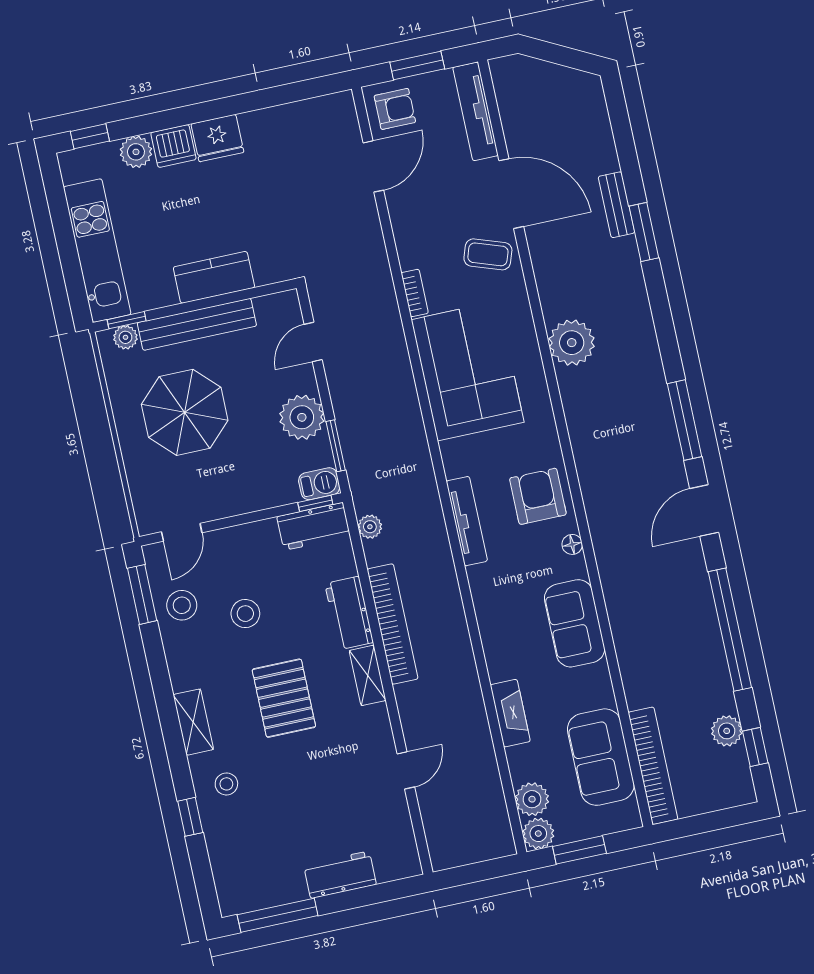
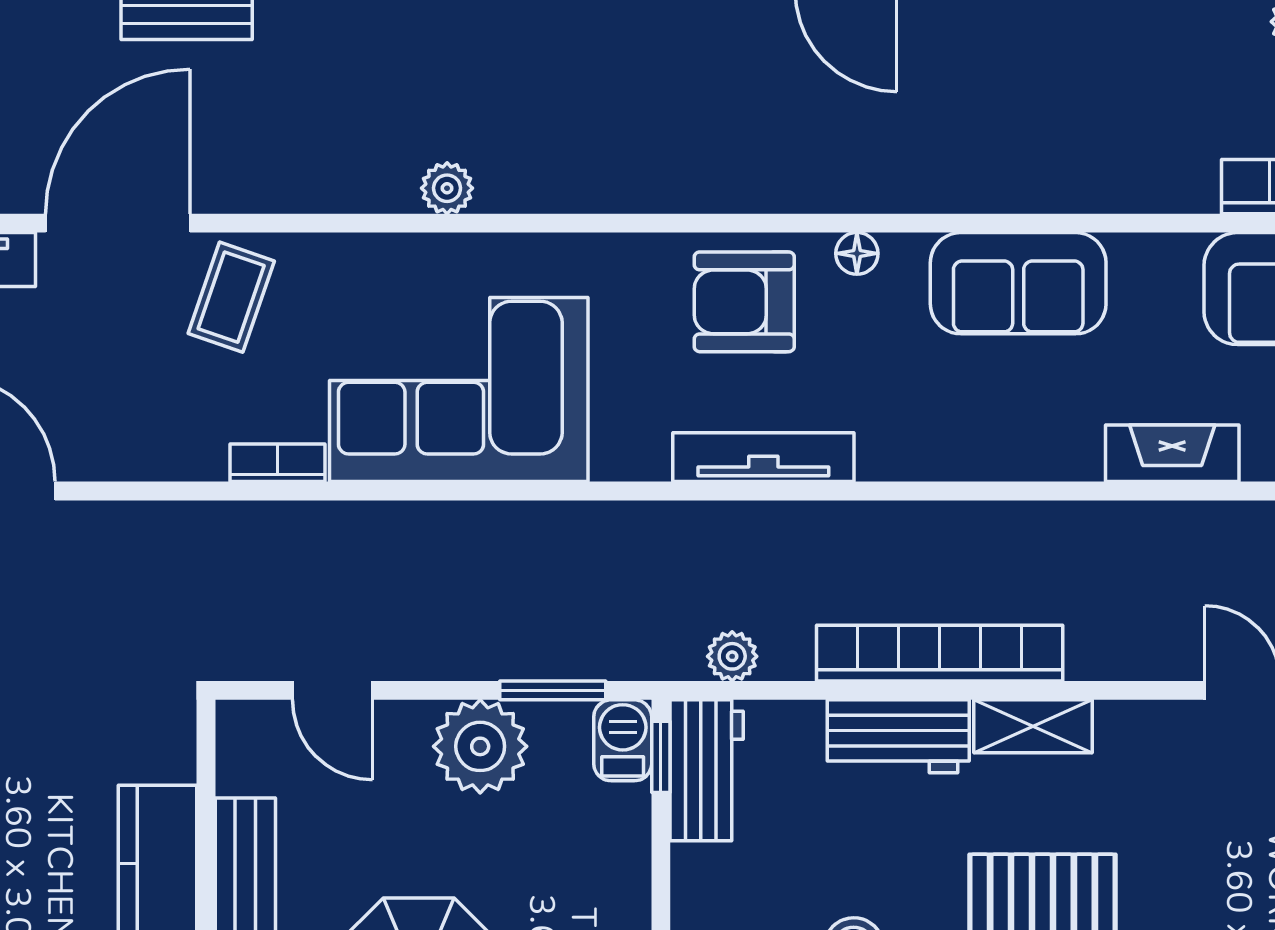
plant: (572, 343) -> (447, 188), width x0.53, depth x0.53

